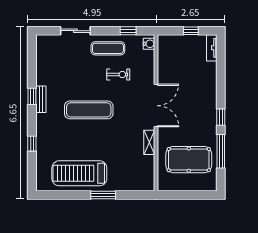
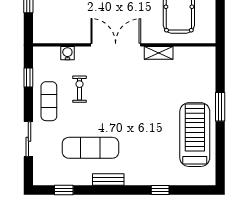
water cooler: (149, 44) -> (67, 53), moved
window: (32, 96) -> (64, 190), moved
exercise mat: (89, 110) -> (91, 148), moved, turned 90
treadmill: (79, 173) -> (195, 135), turned 180

